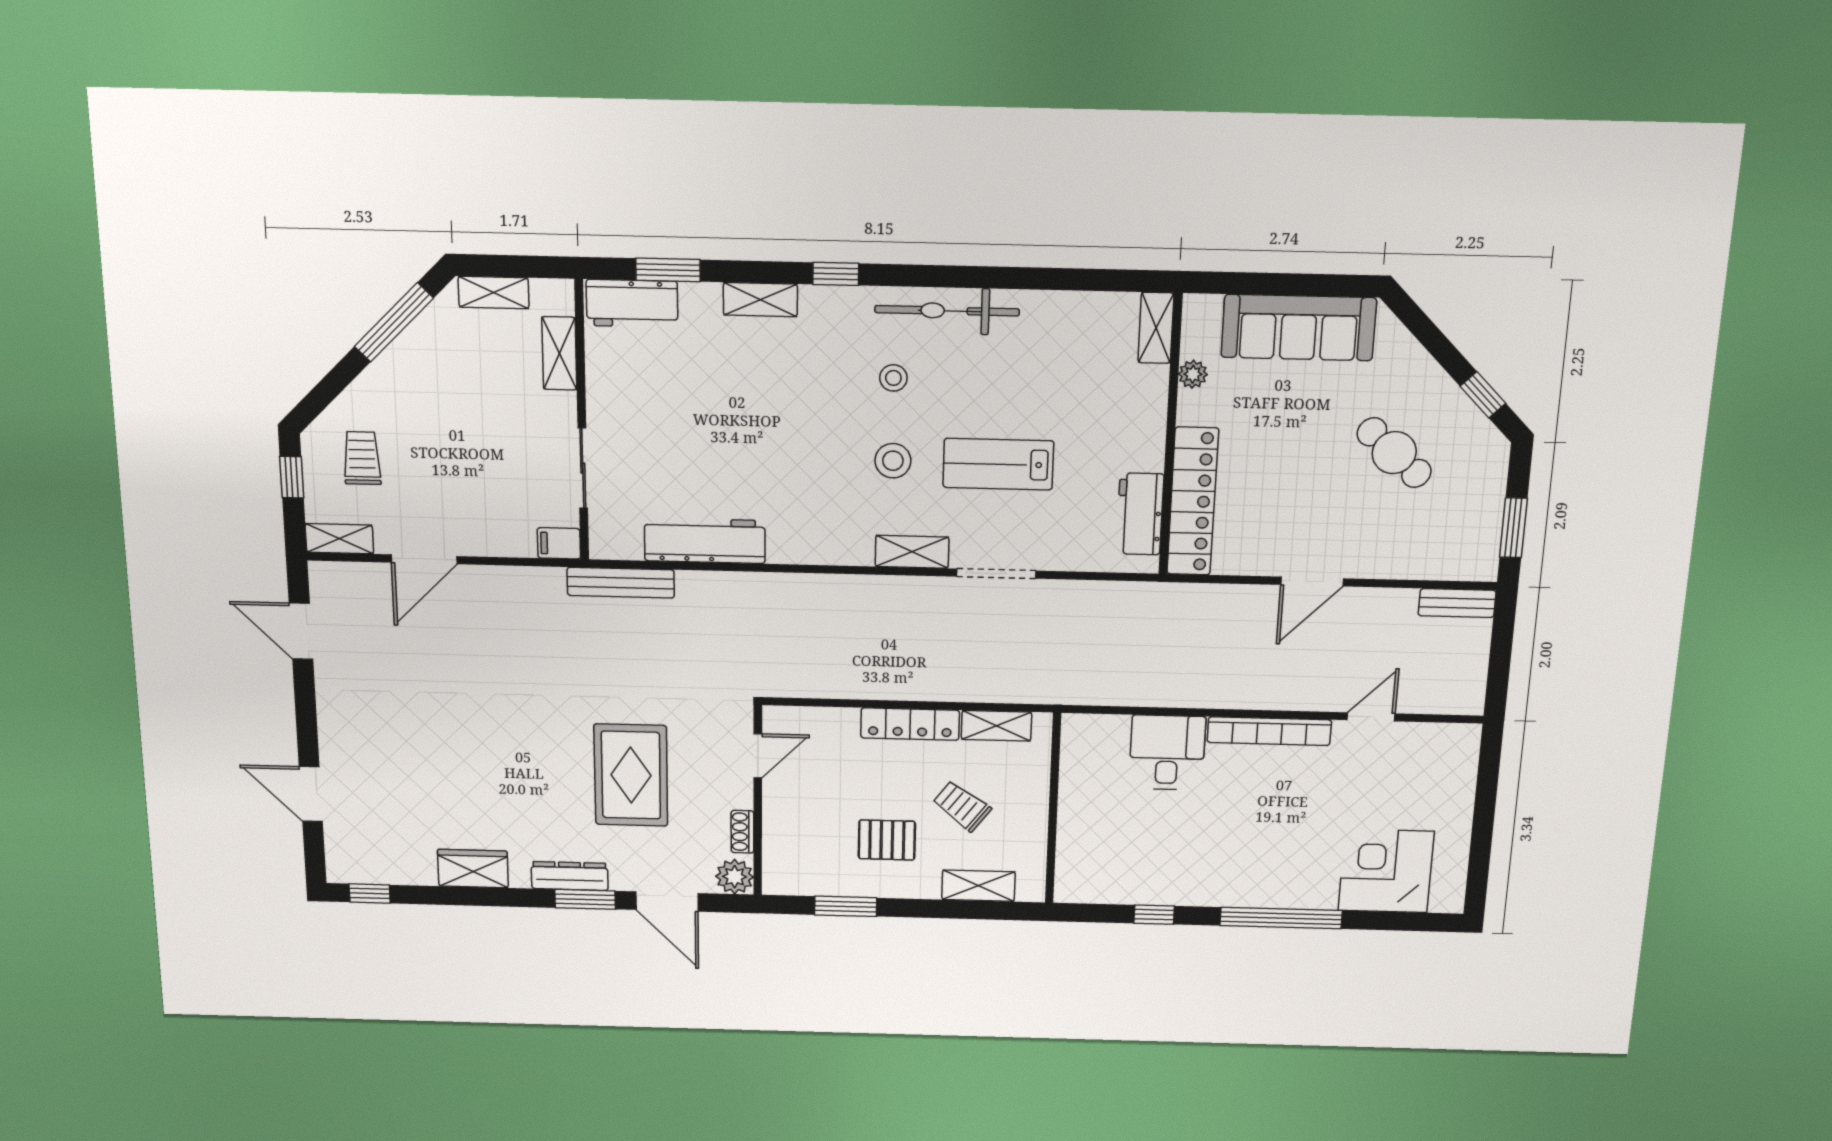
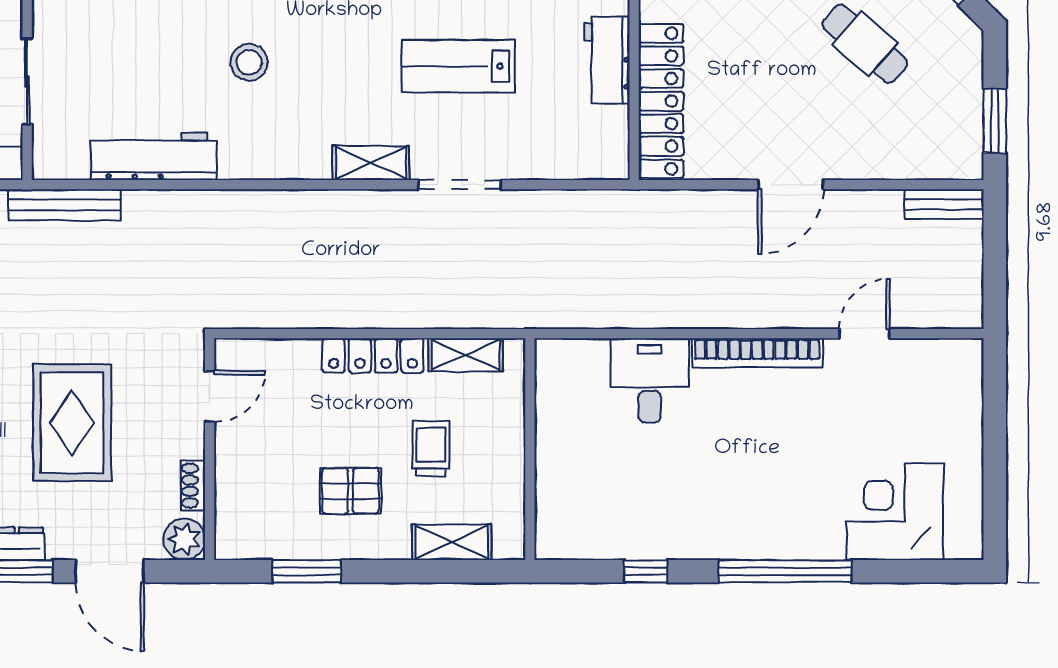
stool: (893, 461) -> (249, 62), moved
workbench: (1140, 514) -> (607, 60), moved
trolley: (962, 806) -> (431, 449), turned 53

